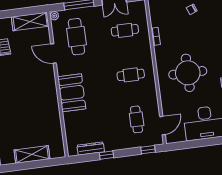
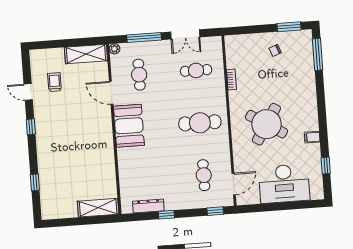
cafe table: (76, 37) -> (139, 75), width x0.73, depth x0.74
round table: (188, 73) -> (266, 124), turned 32
cafe table: (131, 75) -> (200, 123), width x1.37, depth x1.35
booth: (72, 93) -> (129, 126), moved
shelving: (32, 154) -> (98, 208), moved

